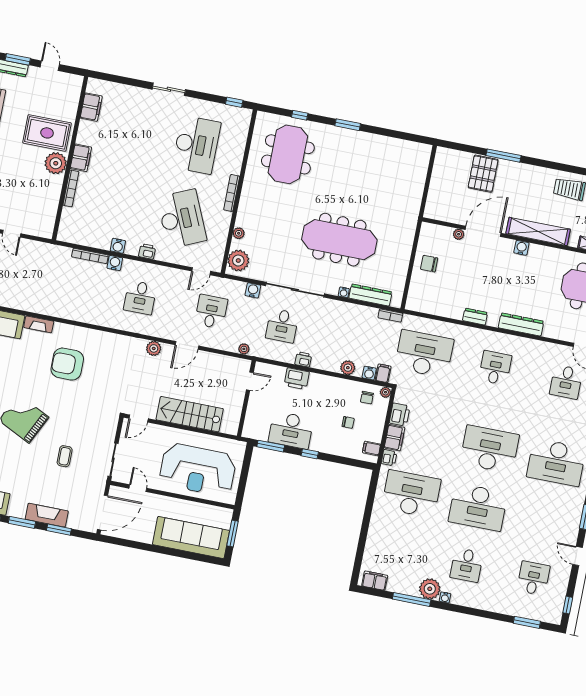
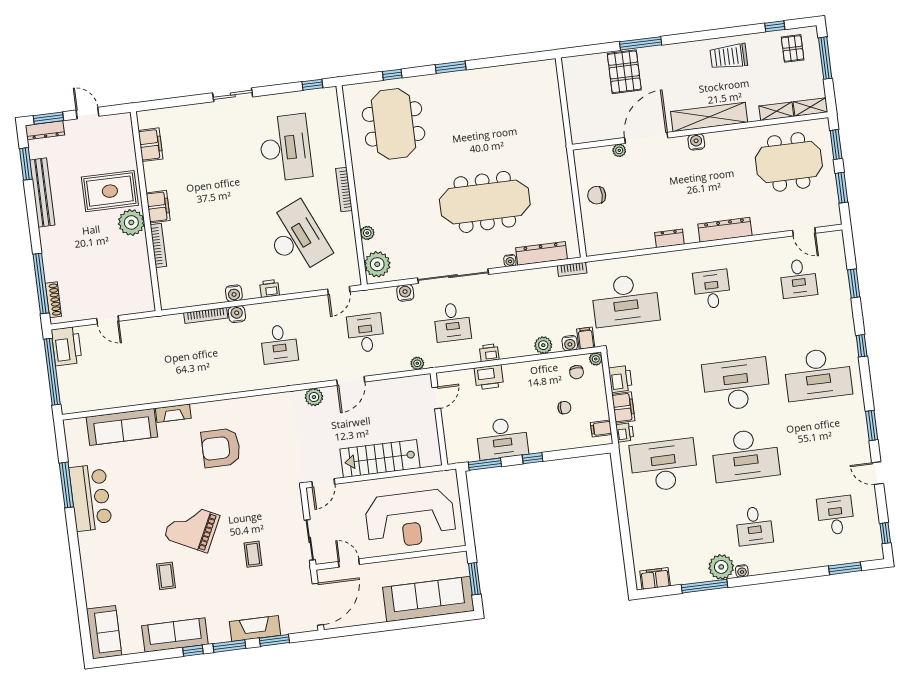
desk: (424, 354) -> (625, 300), turned 180

